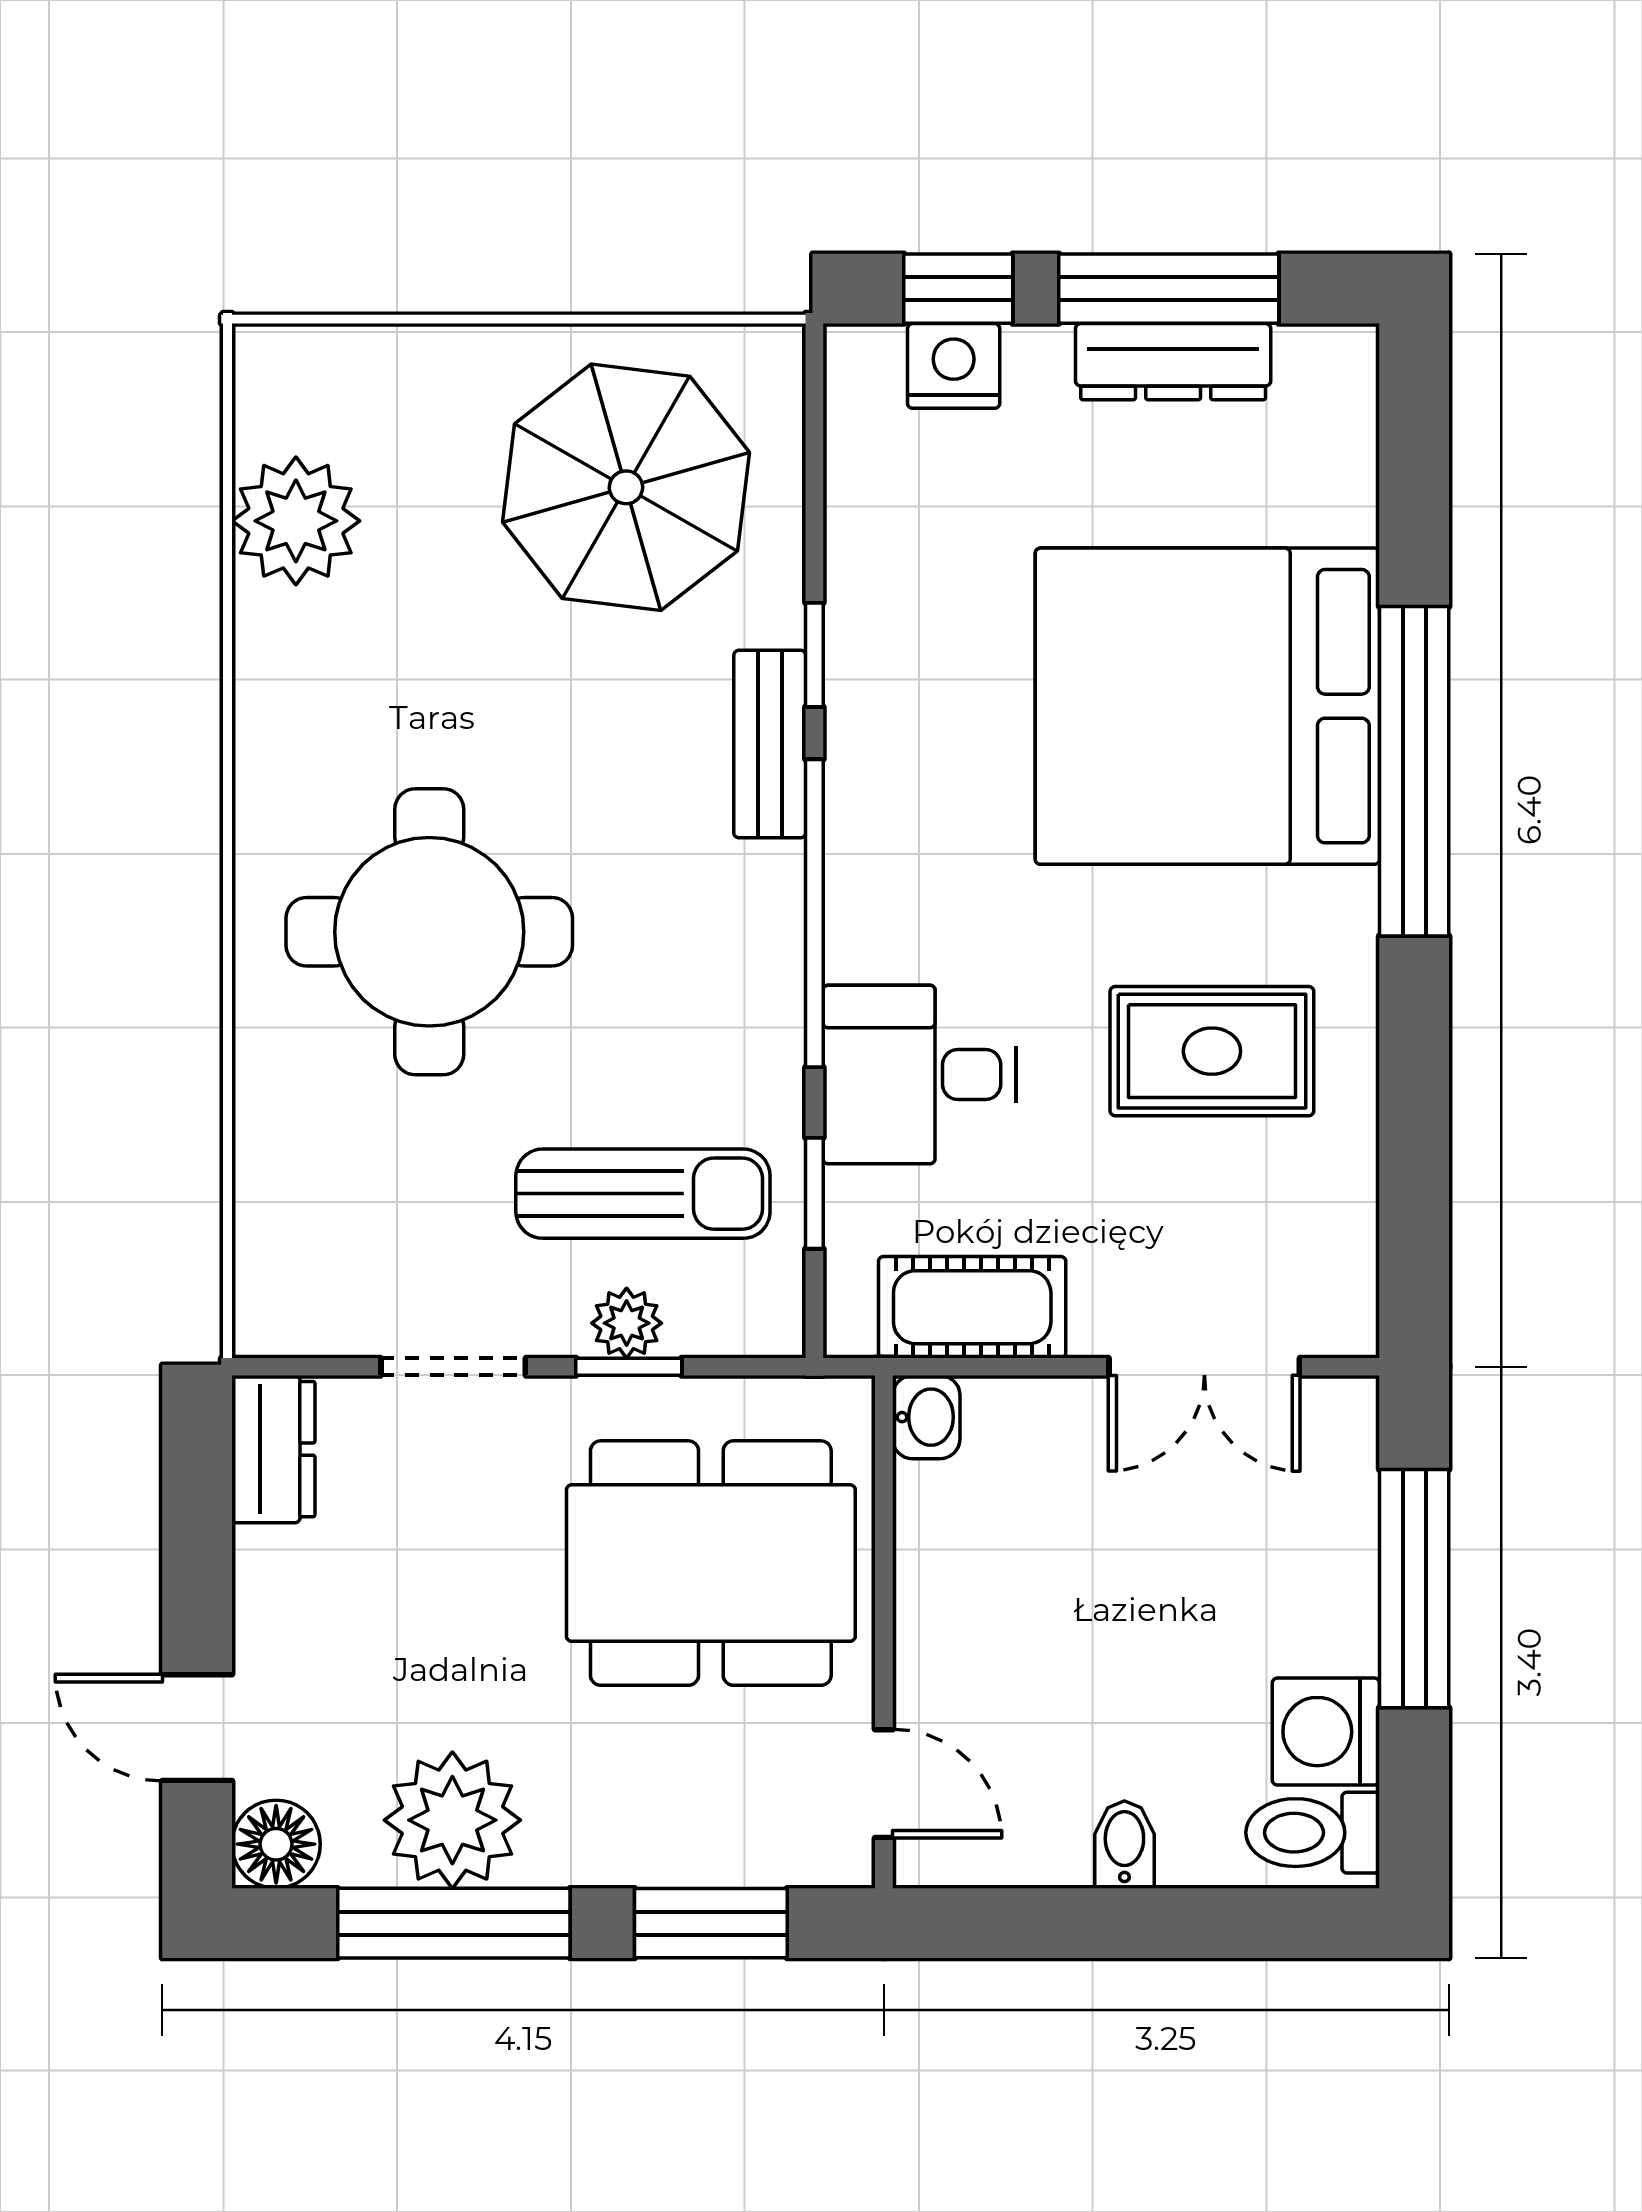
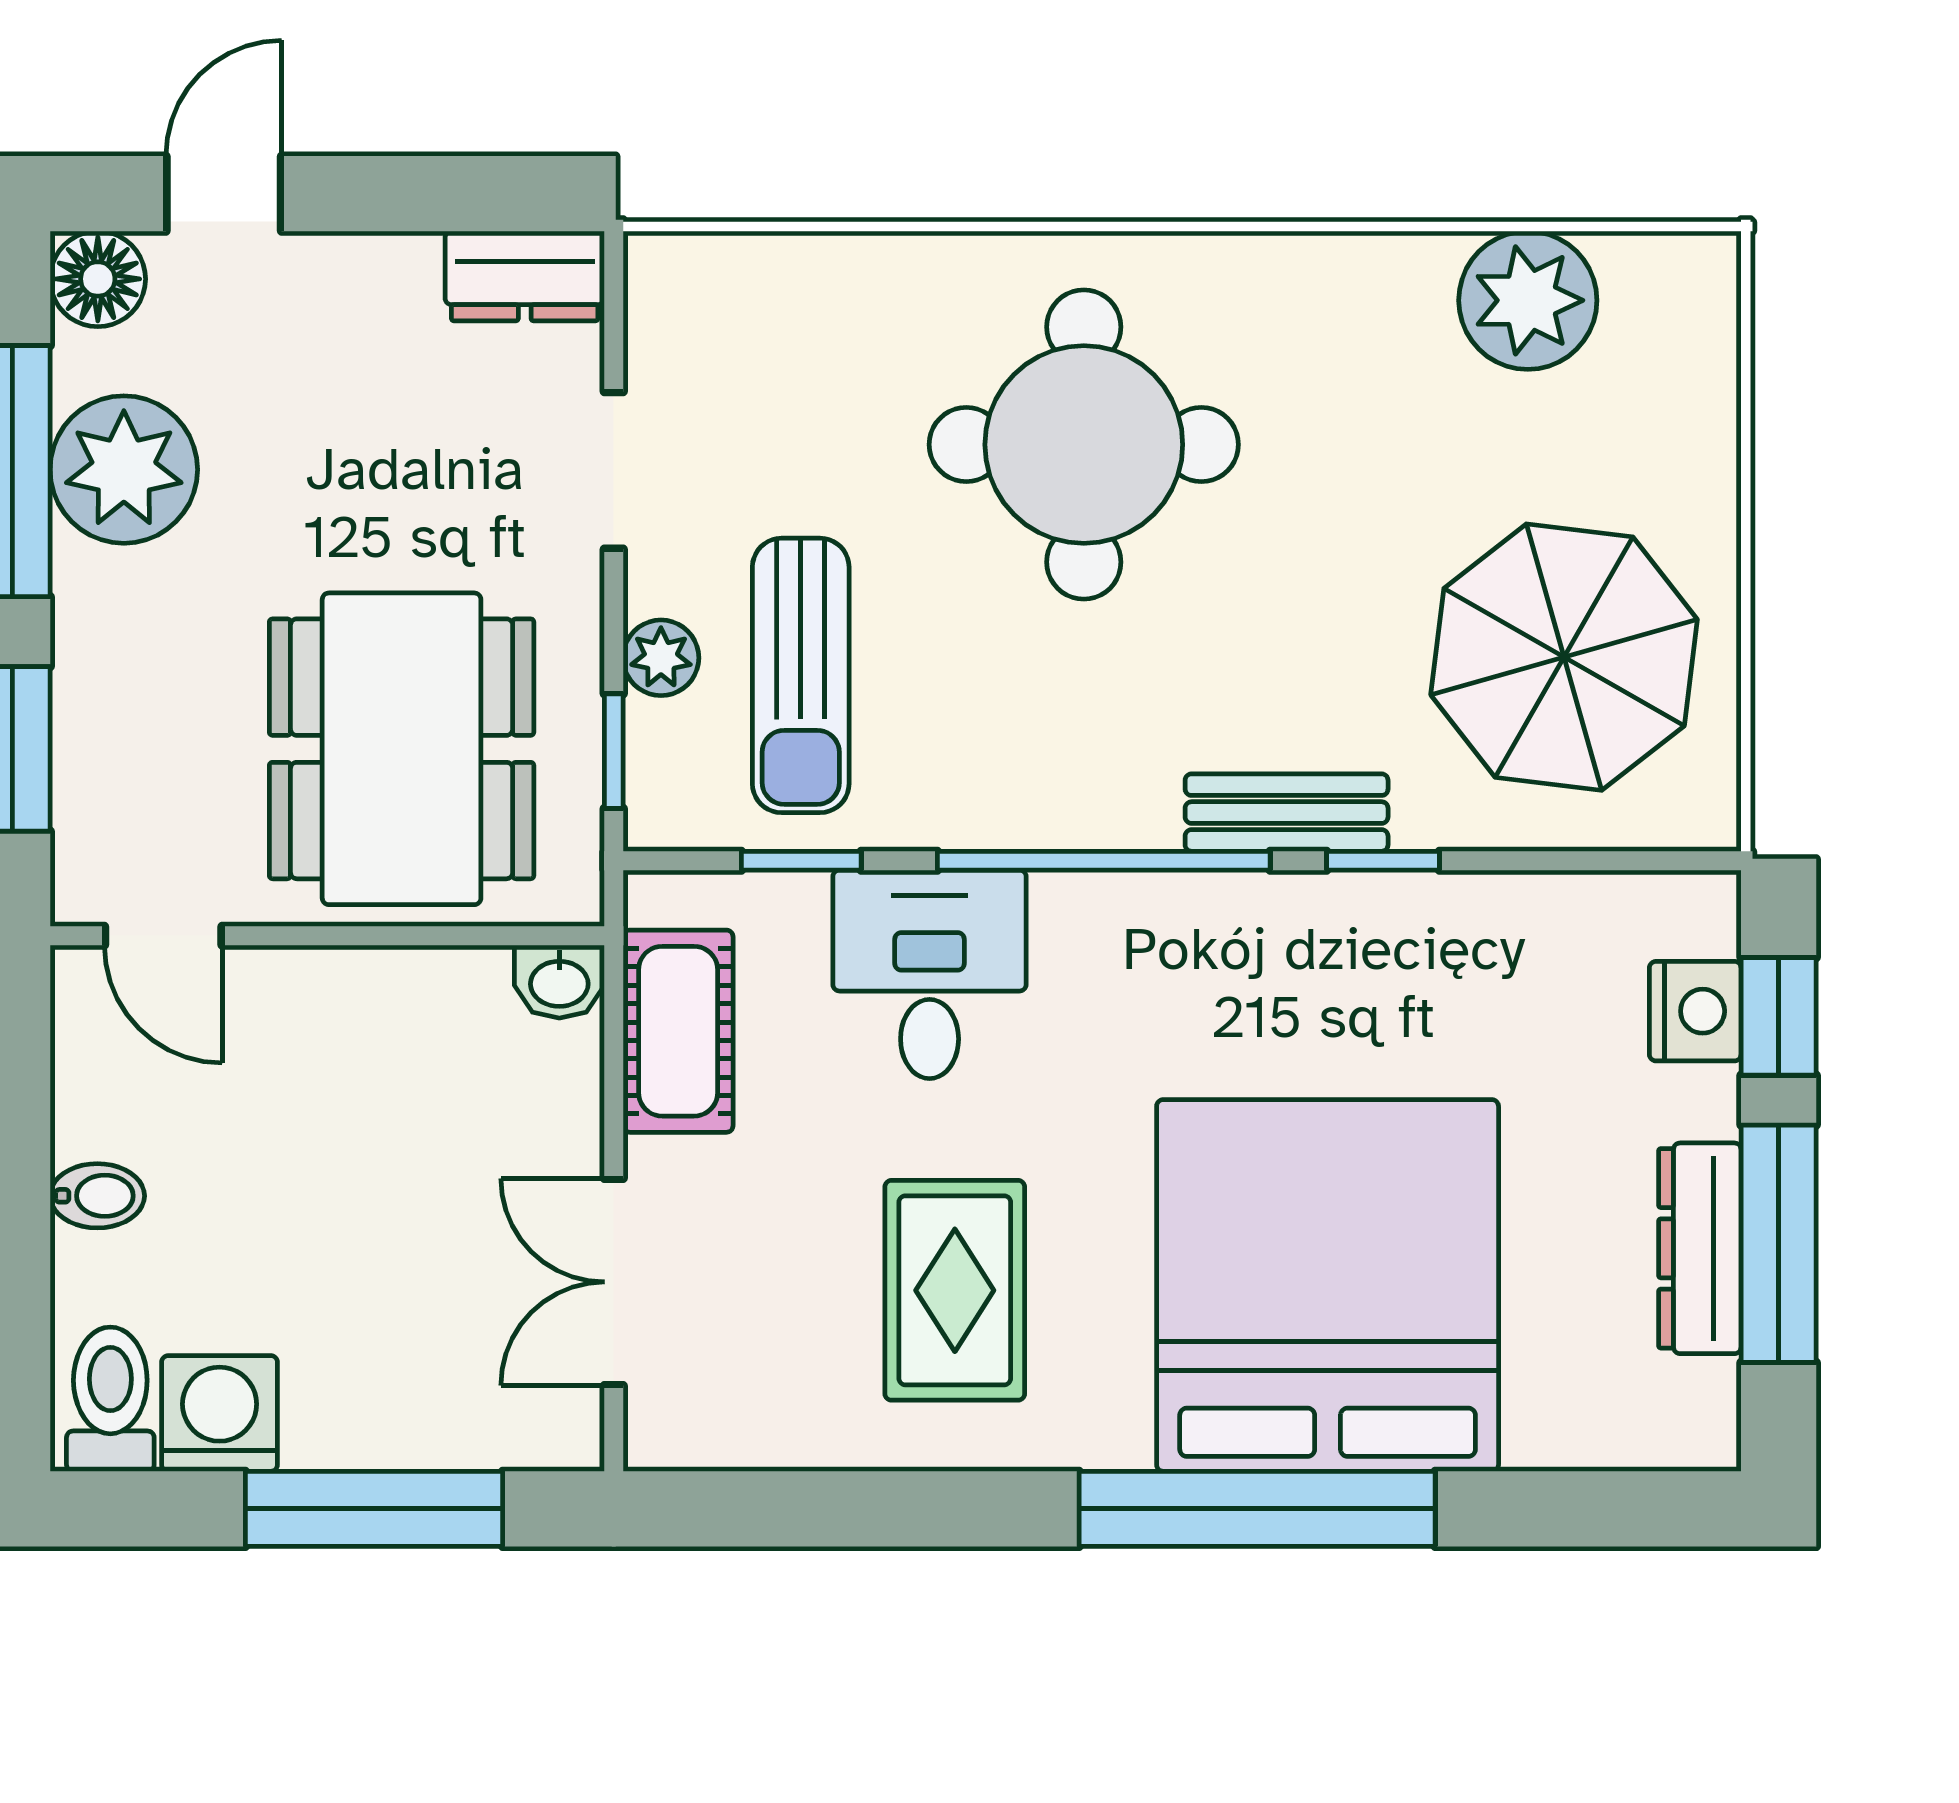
window: (629, 1367) -> (614, 751), moved
door: (884, 1784) -> (163, 936), hinge flipped

